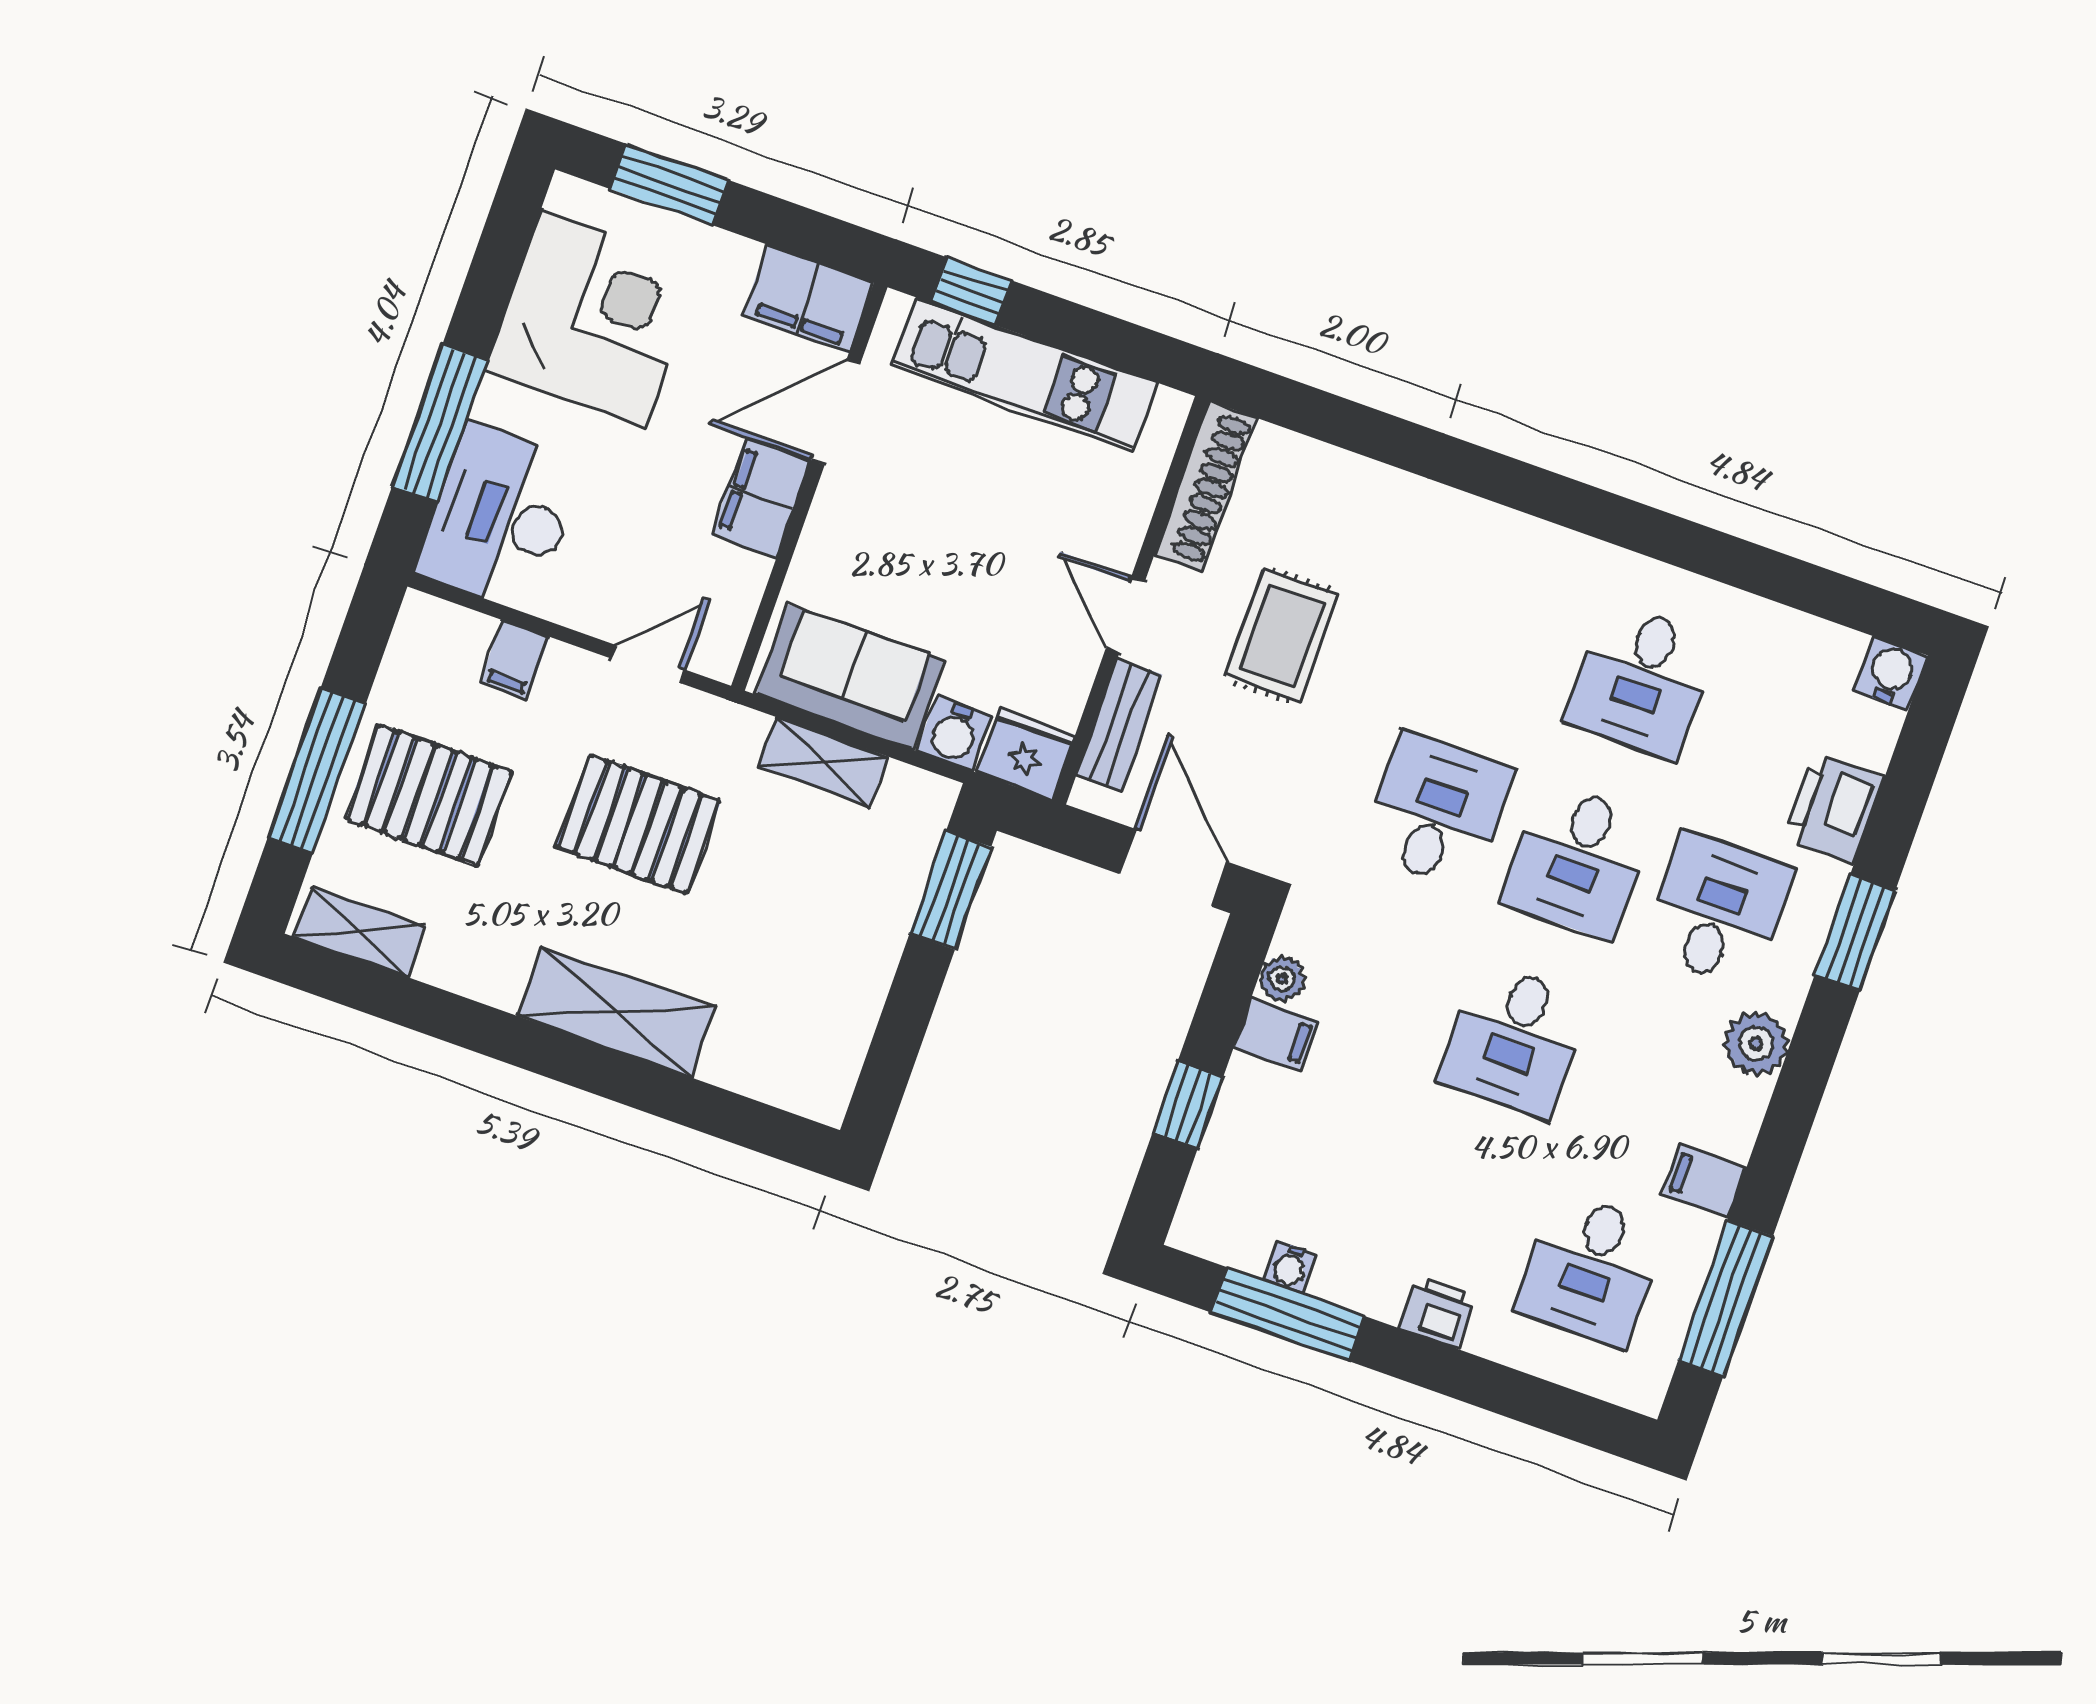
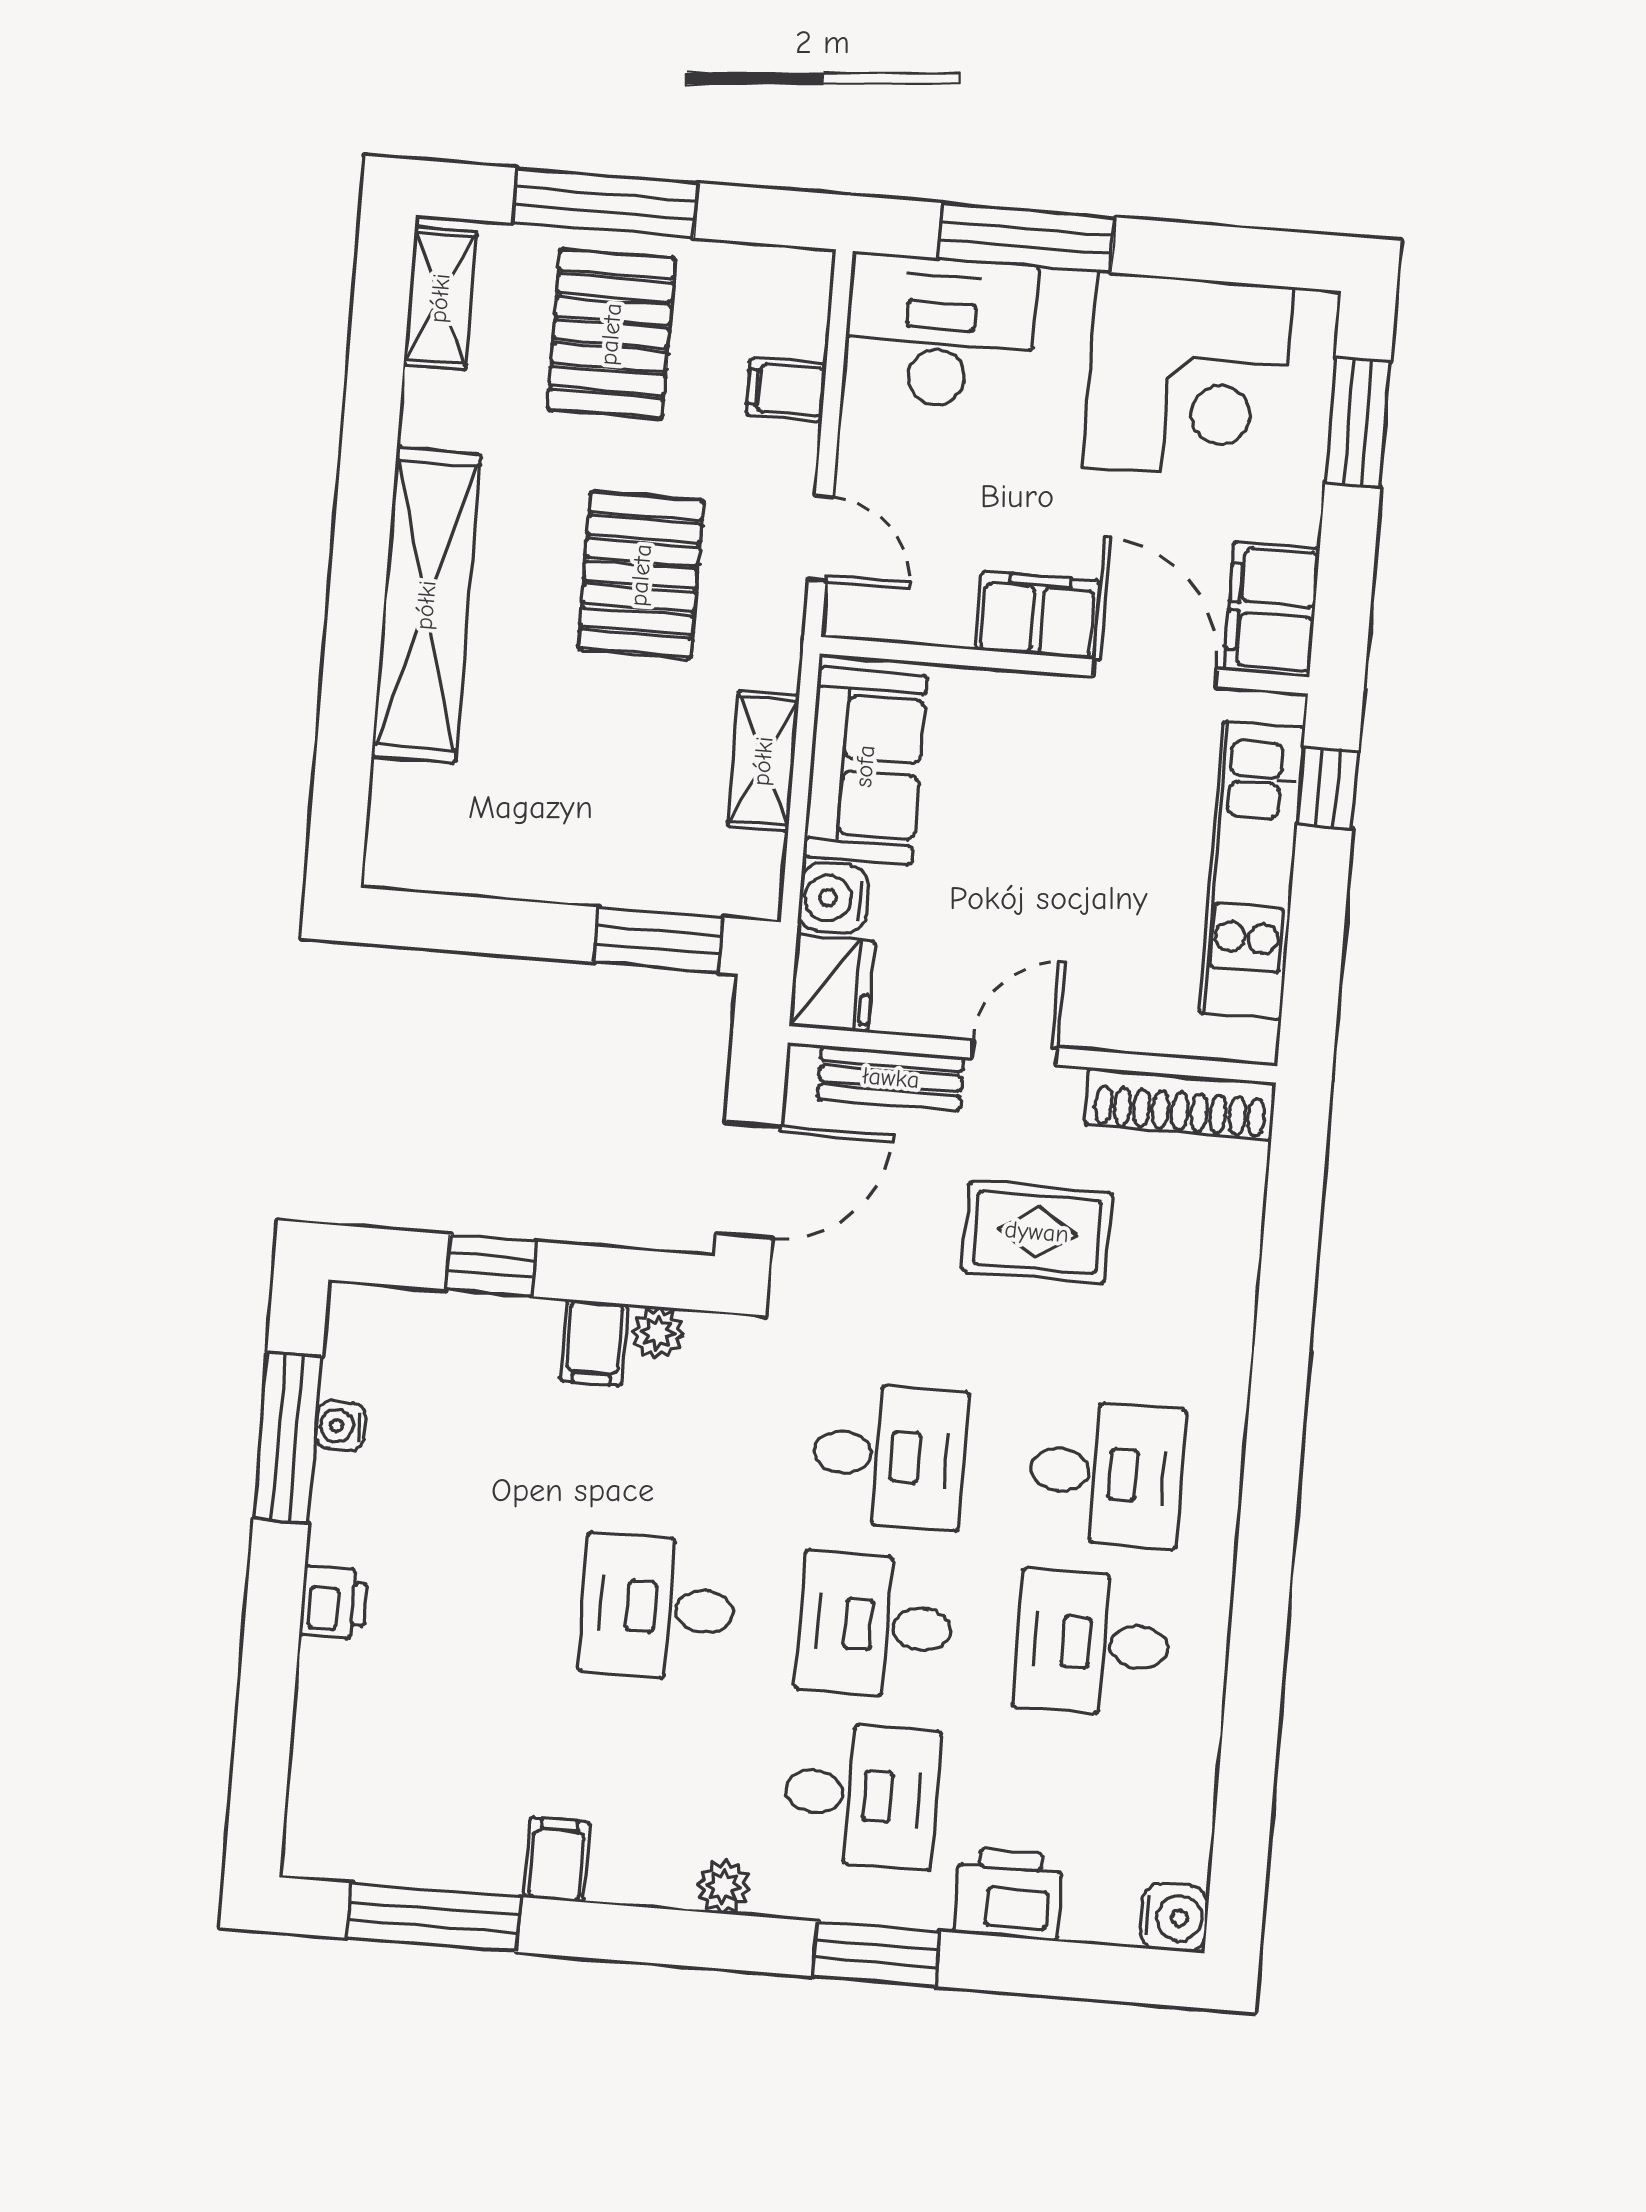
shelving: (616, 1012) -> (426, 605), width x1.47
plant: (1756, 1044) -> (724, 1887), width x0.73, depth x0.73
desk: (1590, 1269) -> (1106, 1474), moved, turned 180

